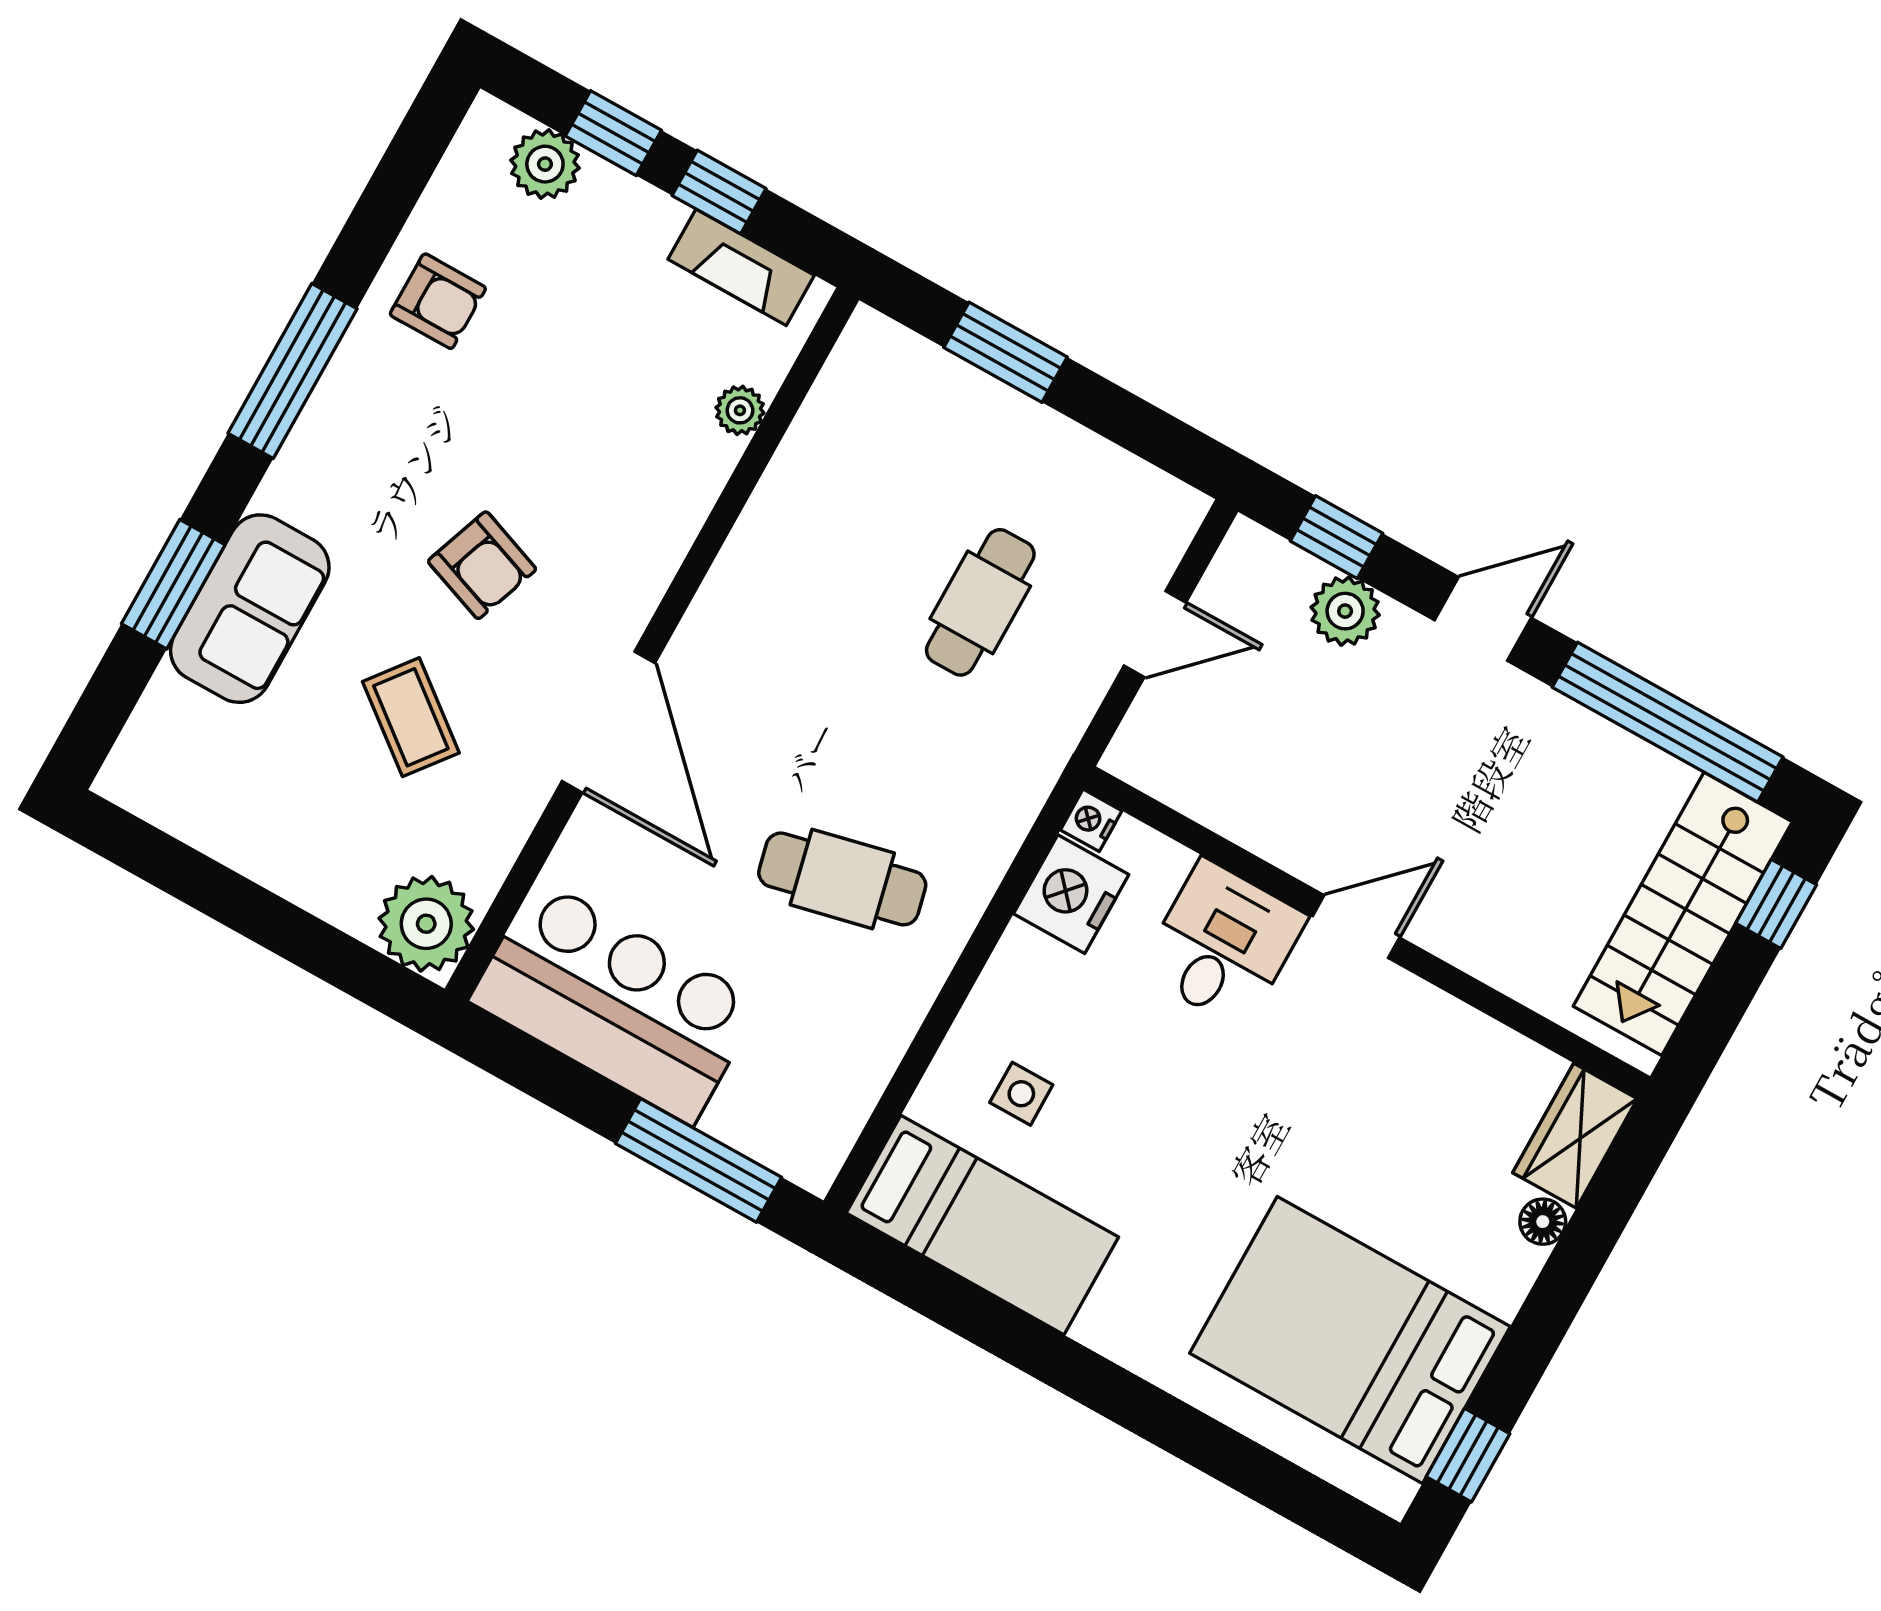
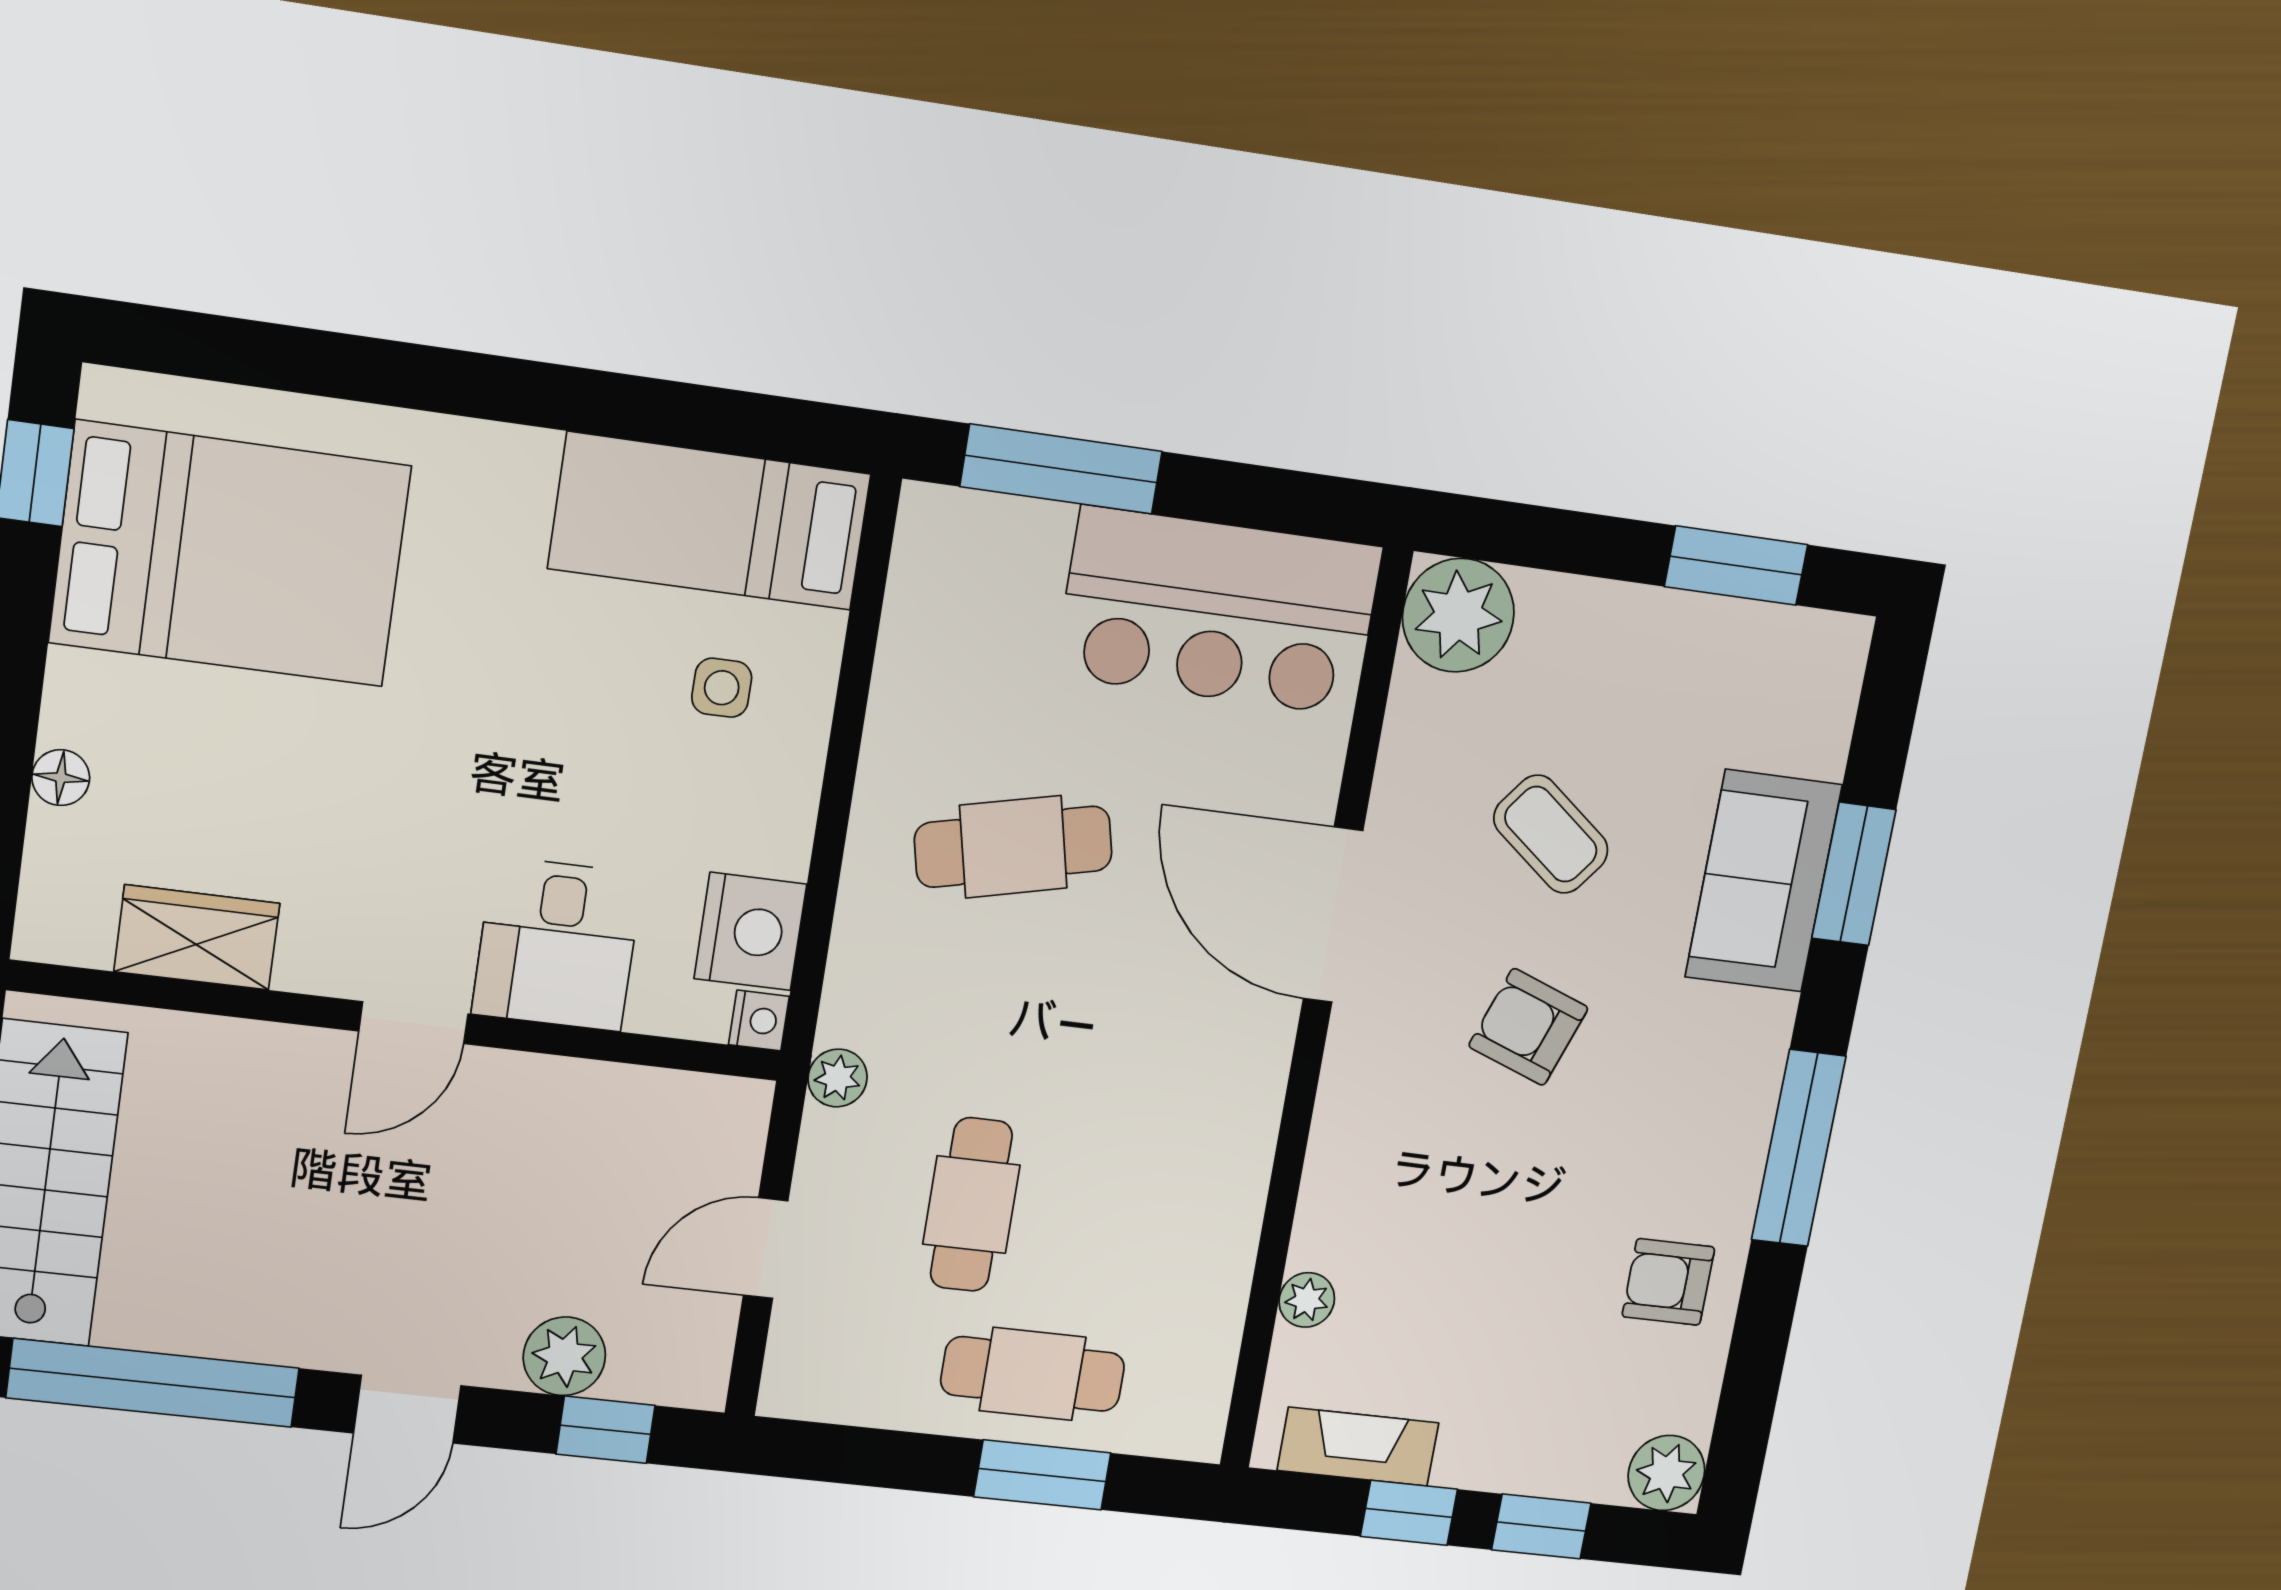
plant: (545, 164) -> (1666, 1473), moved
cafe table: (983, 441) -> (1033, 1374), added
plant: (1047, 749) -> (838, 1078), added
window: (190, 876) -> (1736, 566), added
wardrobe: (1575, 1136) -> (197, 937), moved, turned -90

